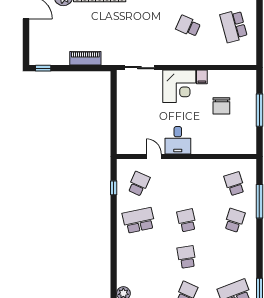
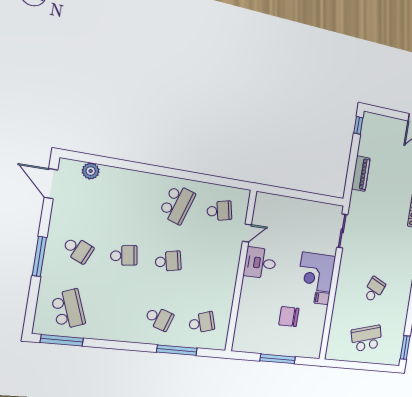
school desk: (139, 184) -> (219, 211), turned -36
window: (114, 188) -> (219, 181), removed
school desk: (139, 220) -> (177, 204), turned 30

